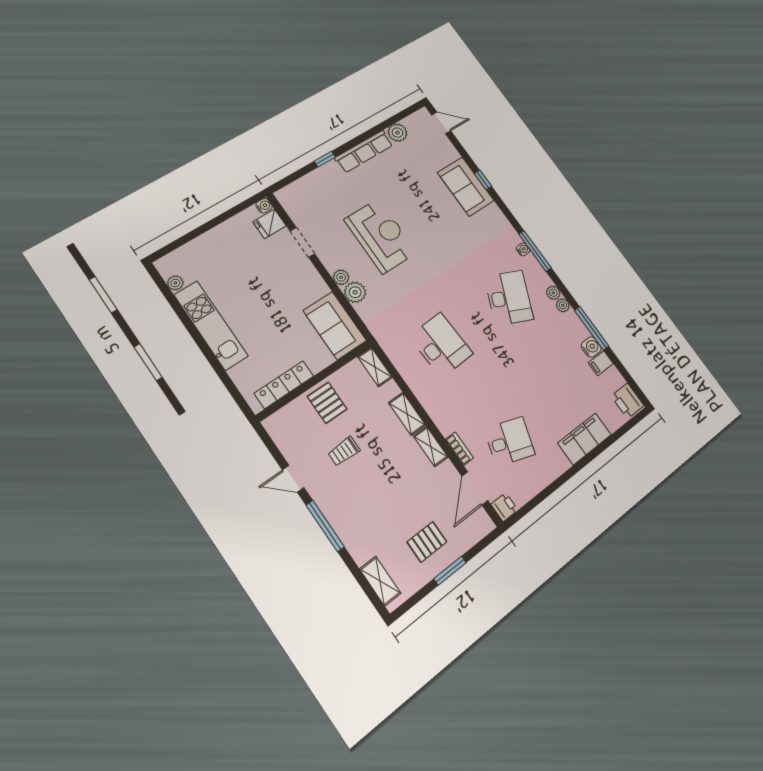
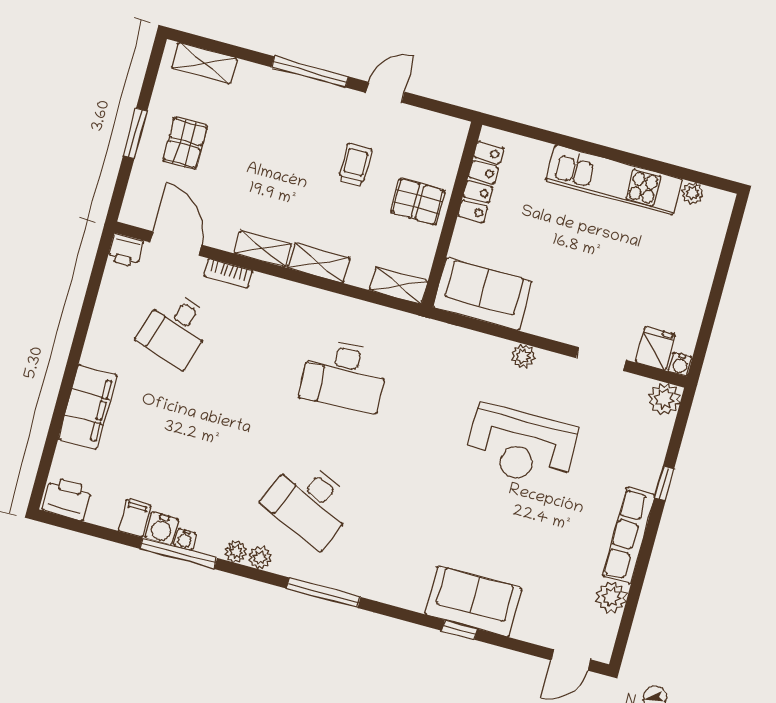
water cooler: (523, 249) -> (185, 539), moved
plant: (355, 292) -> (664, 399), moved

